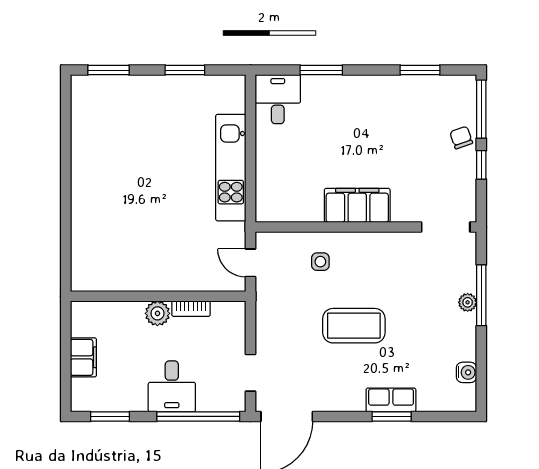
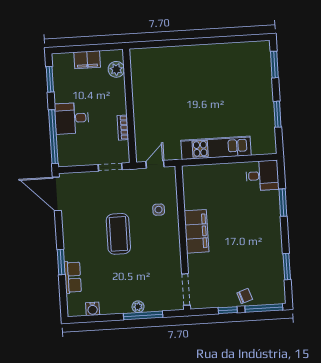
plant: (157, 313) -> (116, 69), moved
doorway: (250, 373) -> (110, 167), moved
row of seats: (391, 400) -> (73, 277), moved

